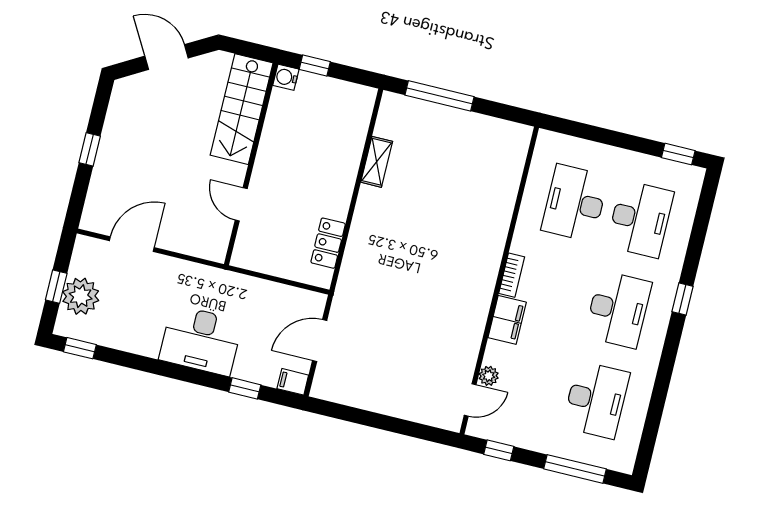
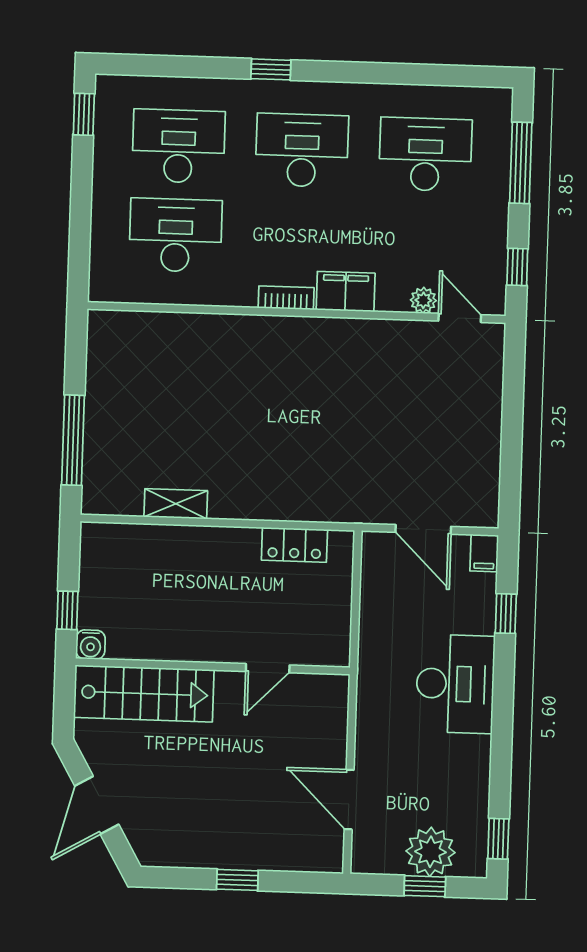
desk: (575, 203) -> (176, 235), turned 180

